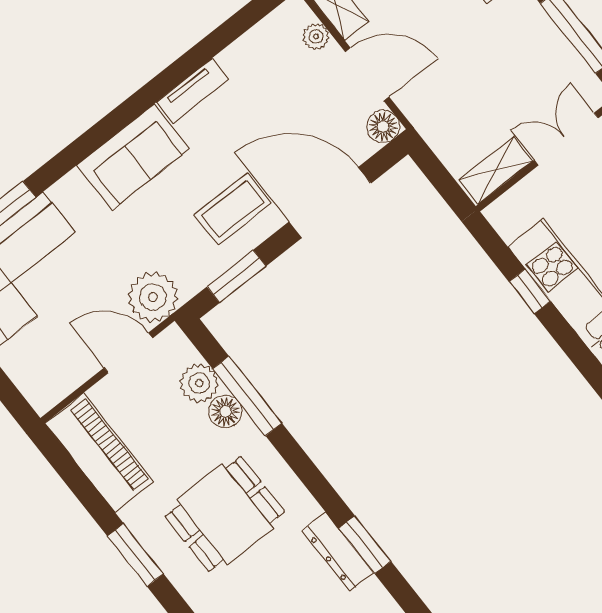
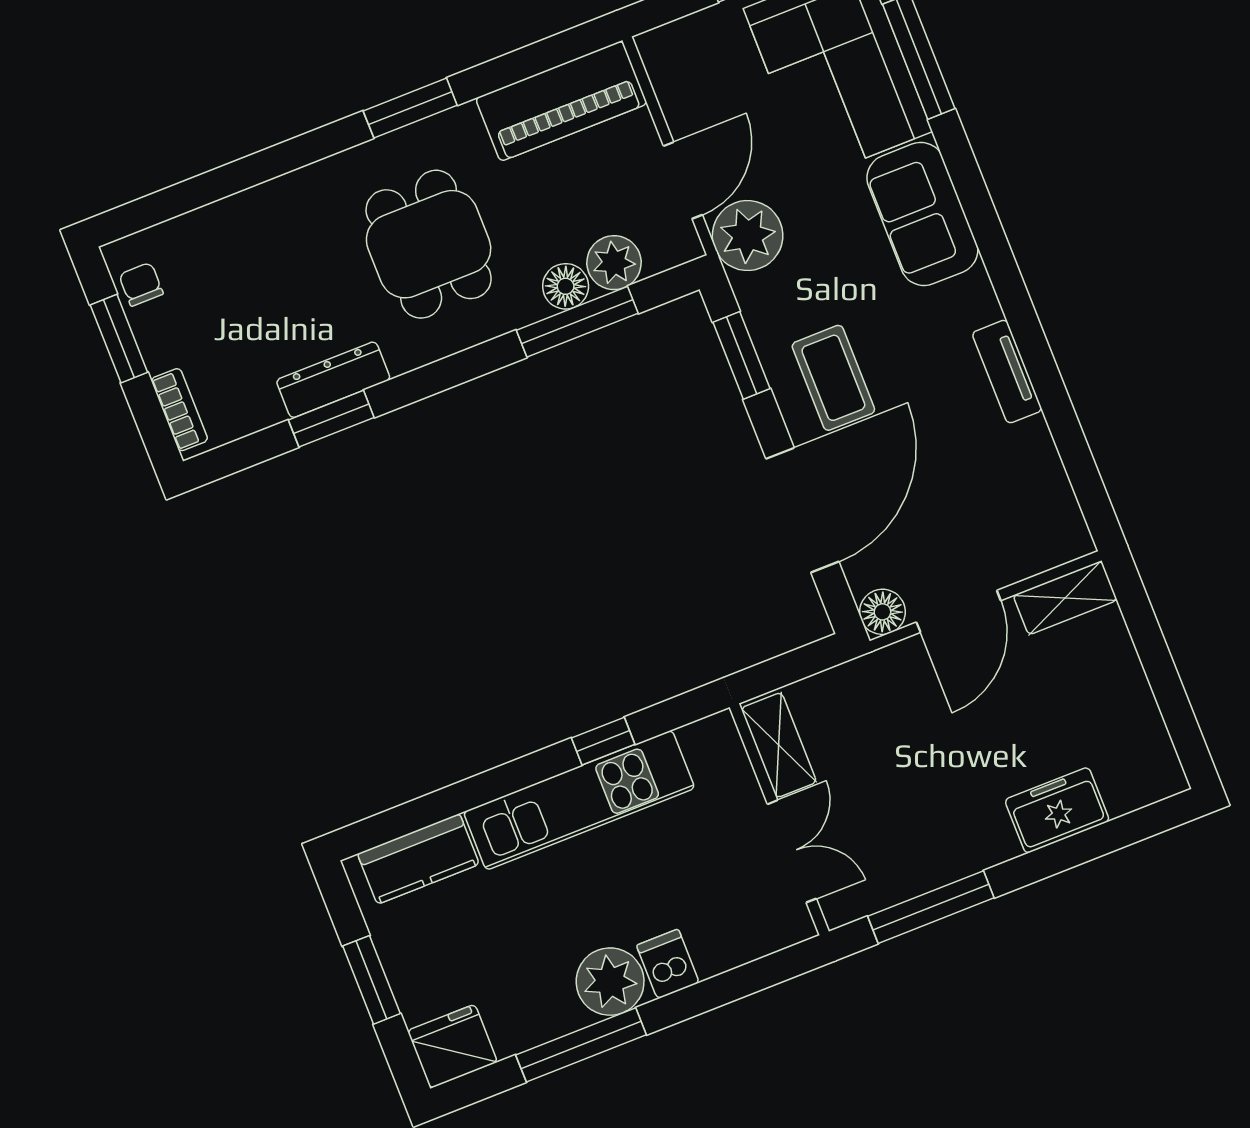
plant: (316, 36) -> (1030, 558), removed
sofa: (133, 157) -> (922, 214), moved

